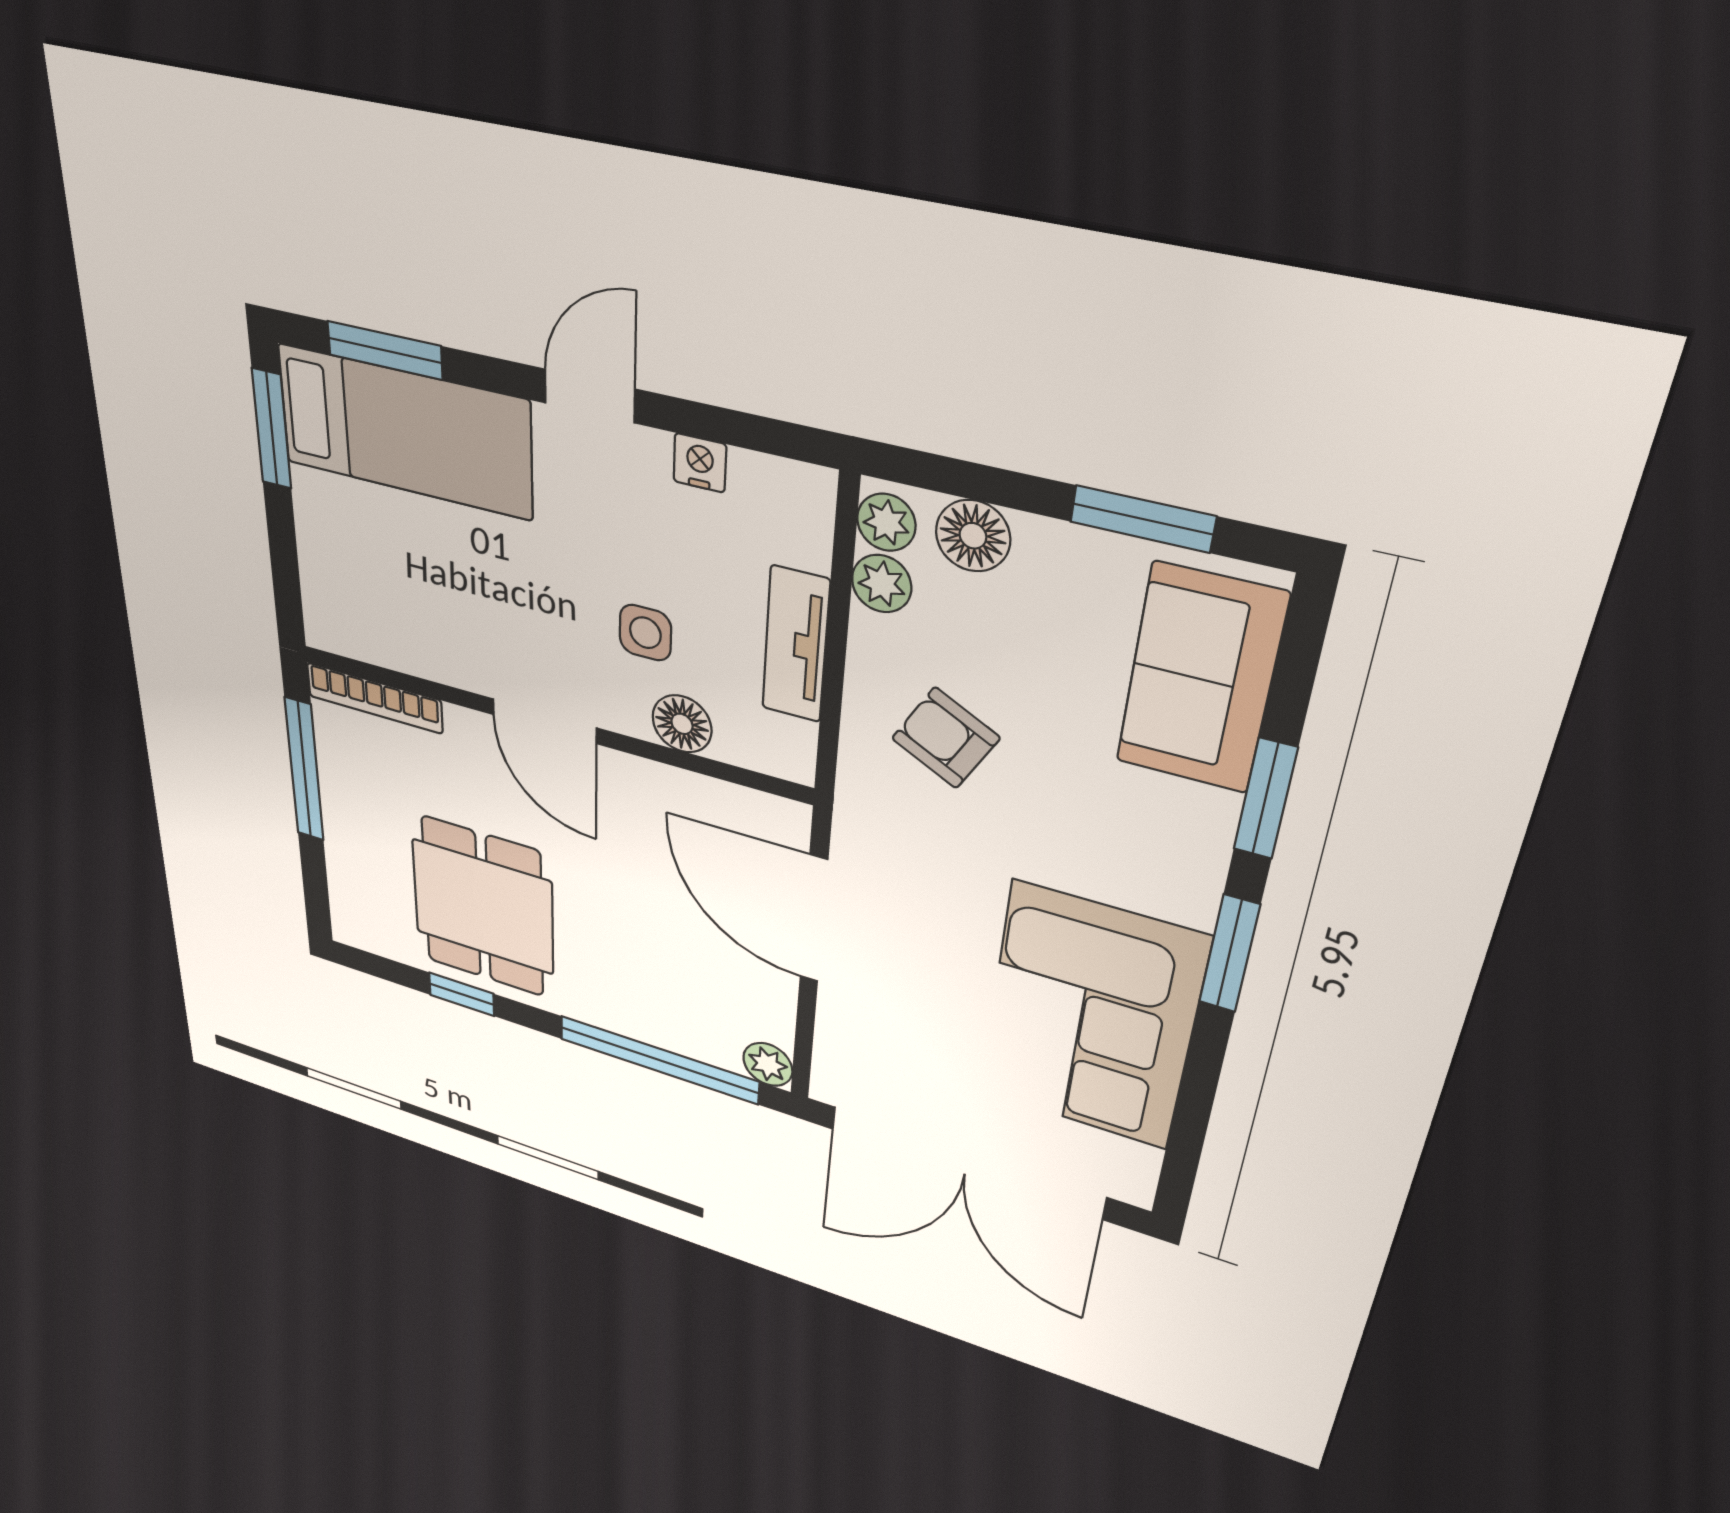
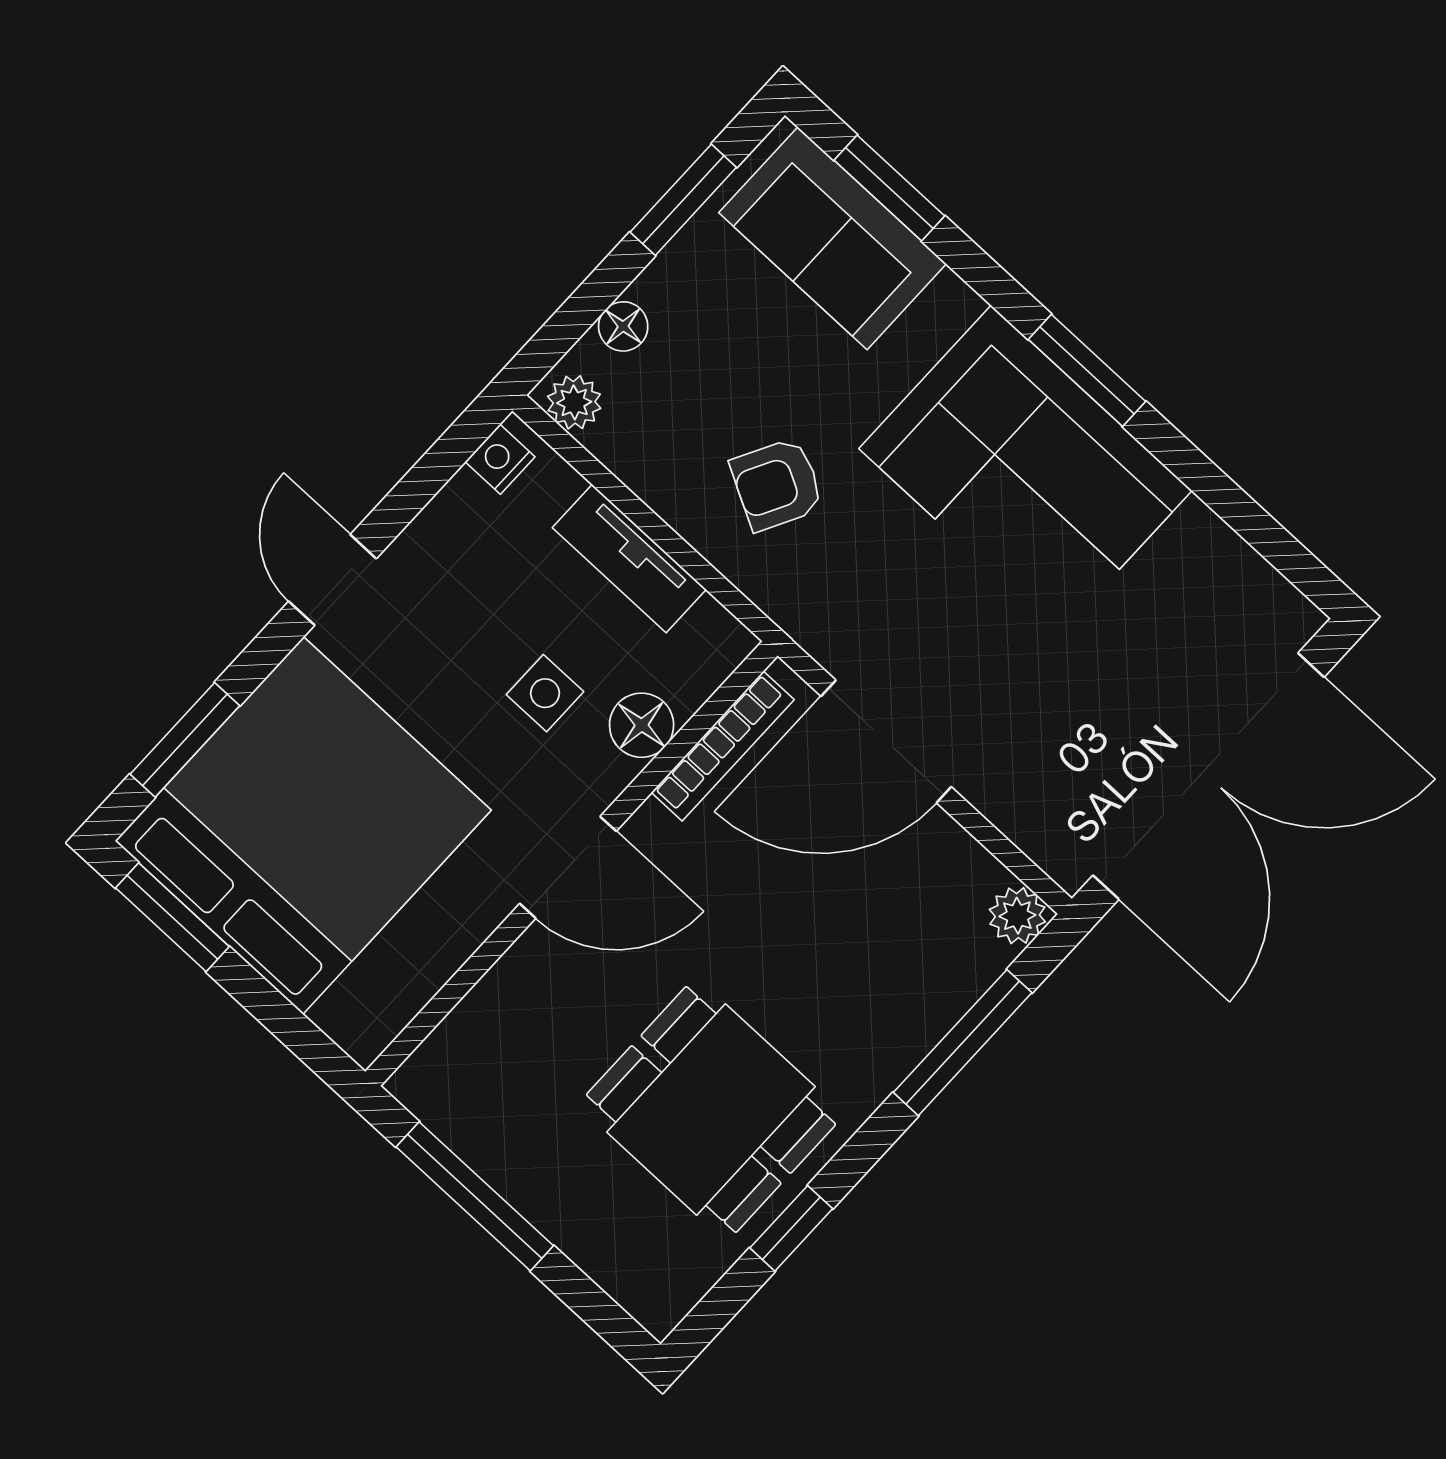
bed: (405, 432) -> (303, 826), width x2.04
nightstand: (700, 463) -> (500, 459), moved
floor lamp: (973, 536) -> (623, 326), width x0.73, depth x0.73
plant: (882, 584) -> (620, 443), removed
bookcase: (374, 698) -> (723, 746), moved
window: (1265, 799) -> (889, 188), moved
corner sofa: (1091, 1017) -> (1025, 470), moved
window: (659, 1060) -> (963, 1043), width x0.68

